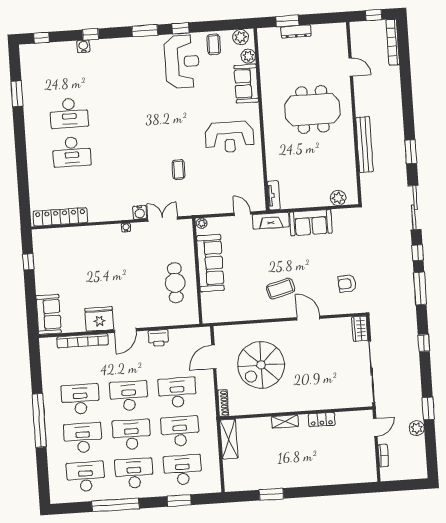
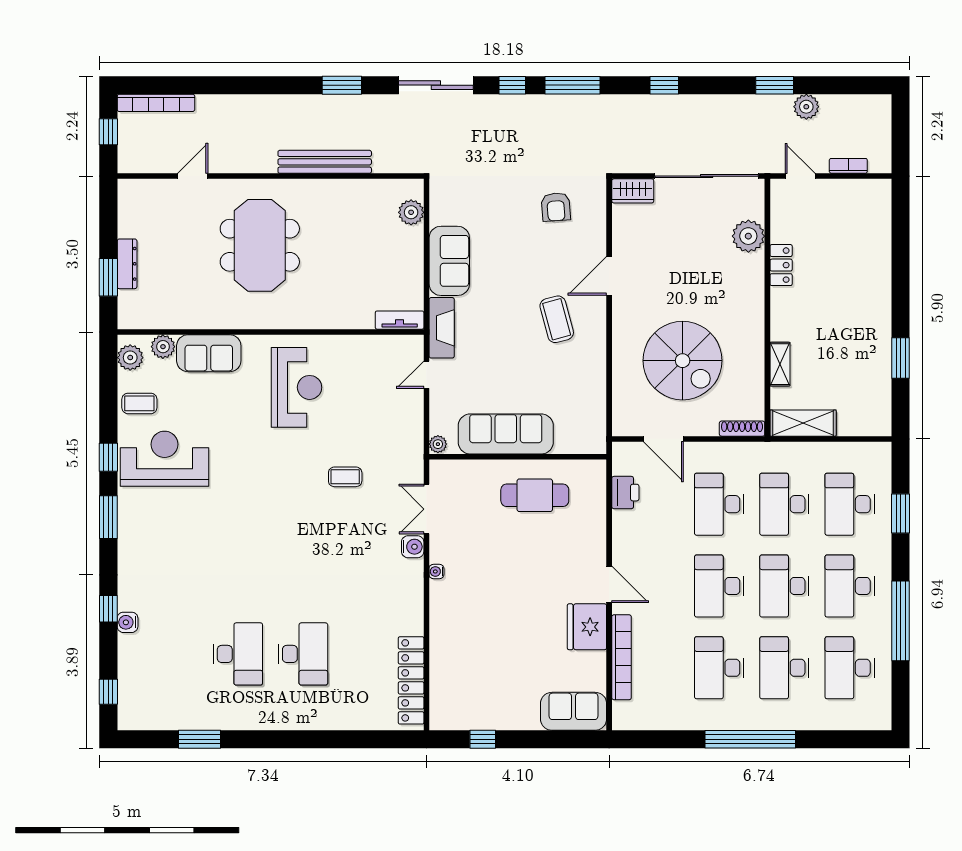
printer: (158, 338) -> (625, 493), moved
plant: (338, 399) -> (748, 236), added
shelving: (285, 421) -> (780, 364), moved

